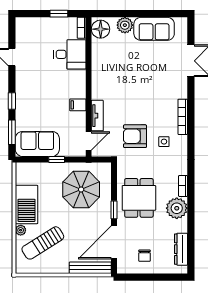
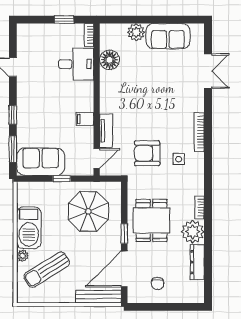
floor lamp: (101, 29) -> (110, 60), moved
dresser: (181, 249) -> (197, 262), moved

